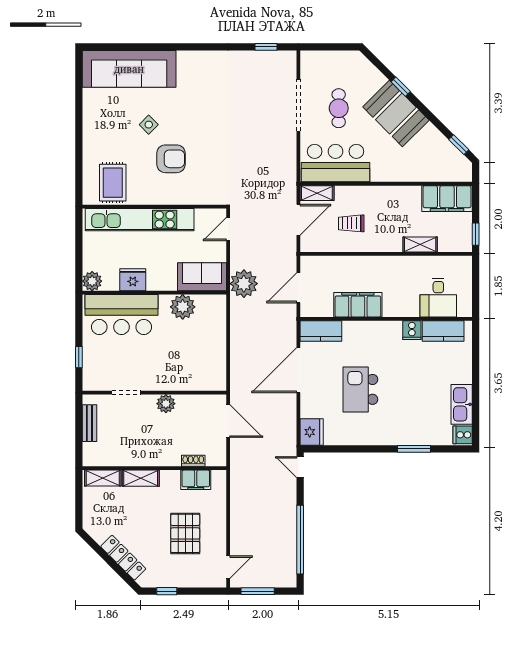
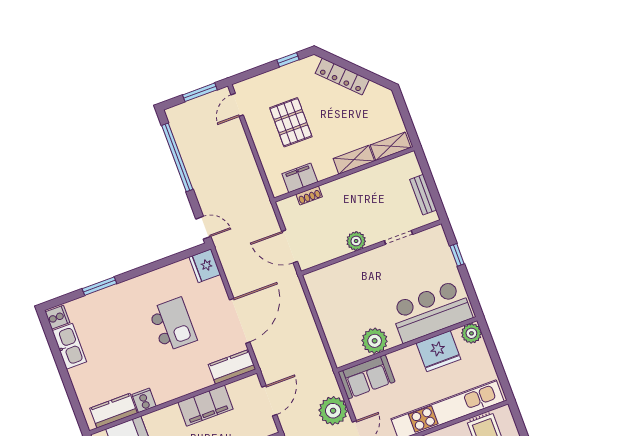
fridge: (133, 280) -> (439, 351), width x1.36, depth x1.34
plant: (244, 284) -> (333, 411), moved

